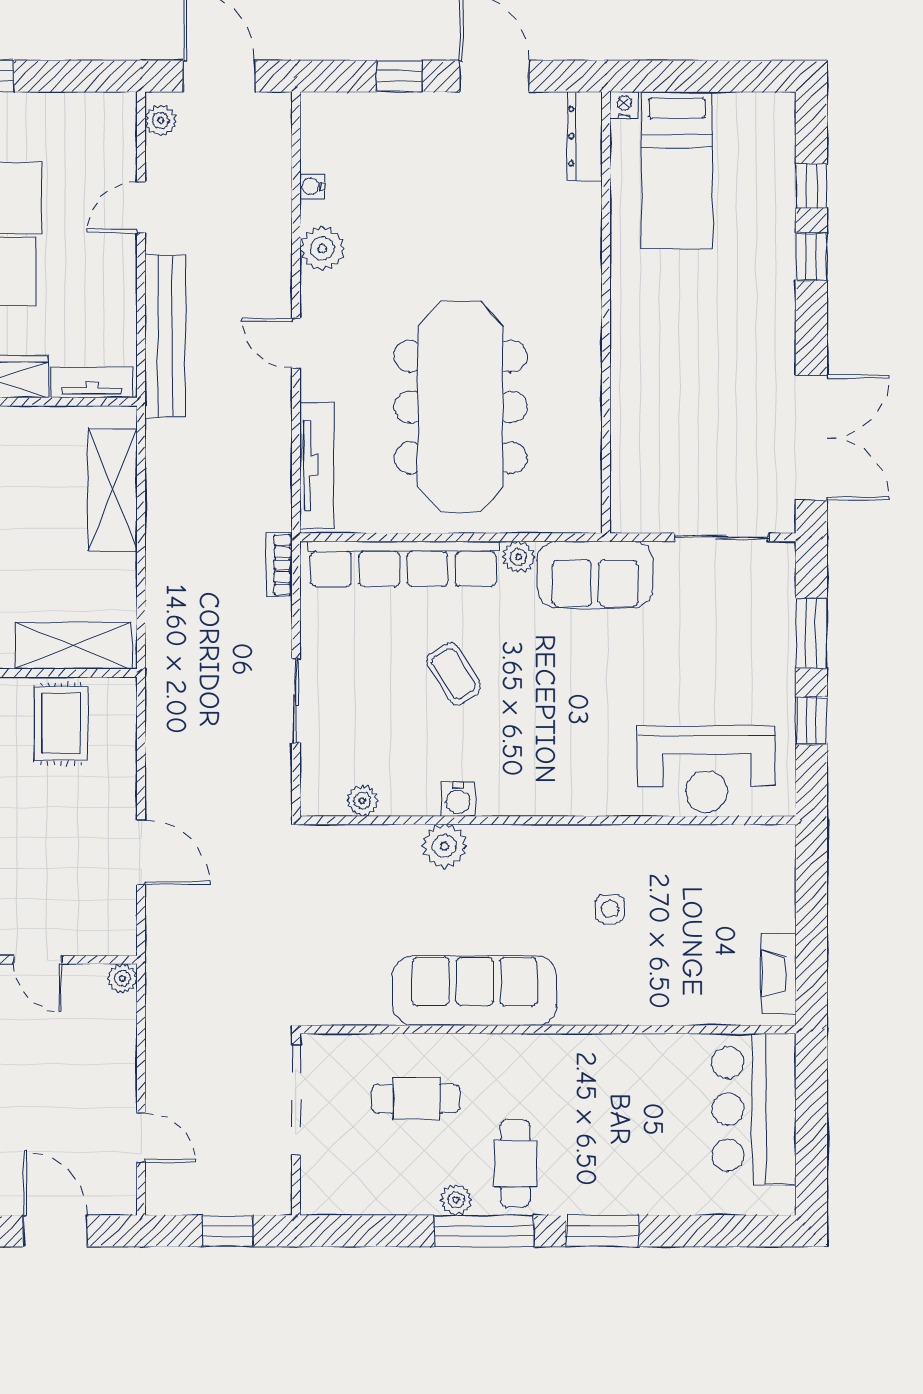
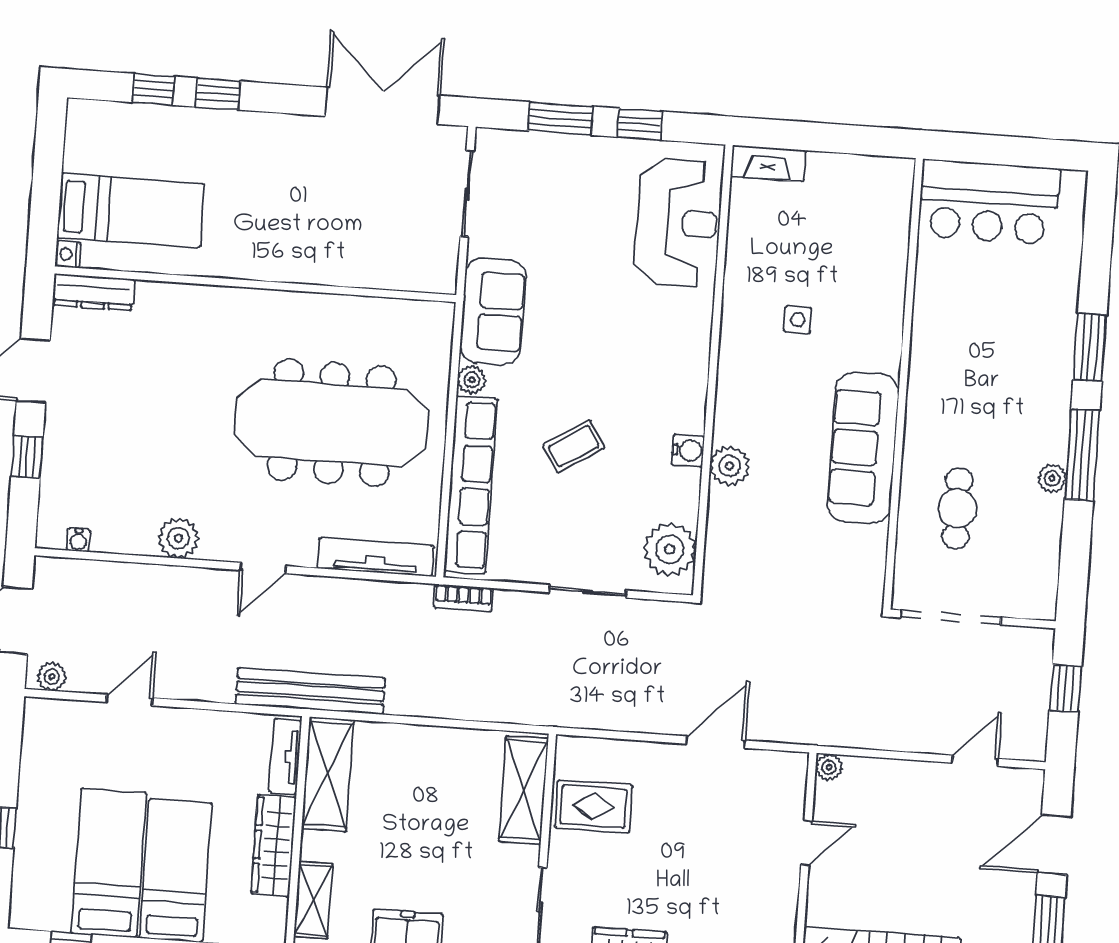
water cooler: (312, 186) -> (78, 540), moved
door: (141, 207) -> (129, 700), swing flipped
bench: (165, 336) -> (310, 691), moved
shelving: (113, 490) -> (328, 774), moved, turned 90
plant: (362, 801) -> (670, 549), width x1.87, depth x1.87
fireplace: (779, 974) -> (768, 163), moved
cafe table: (515, 1164) -> (1023, 422), removed

